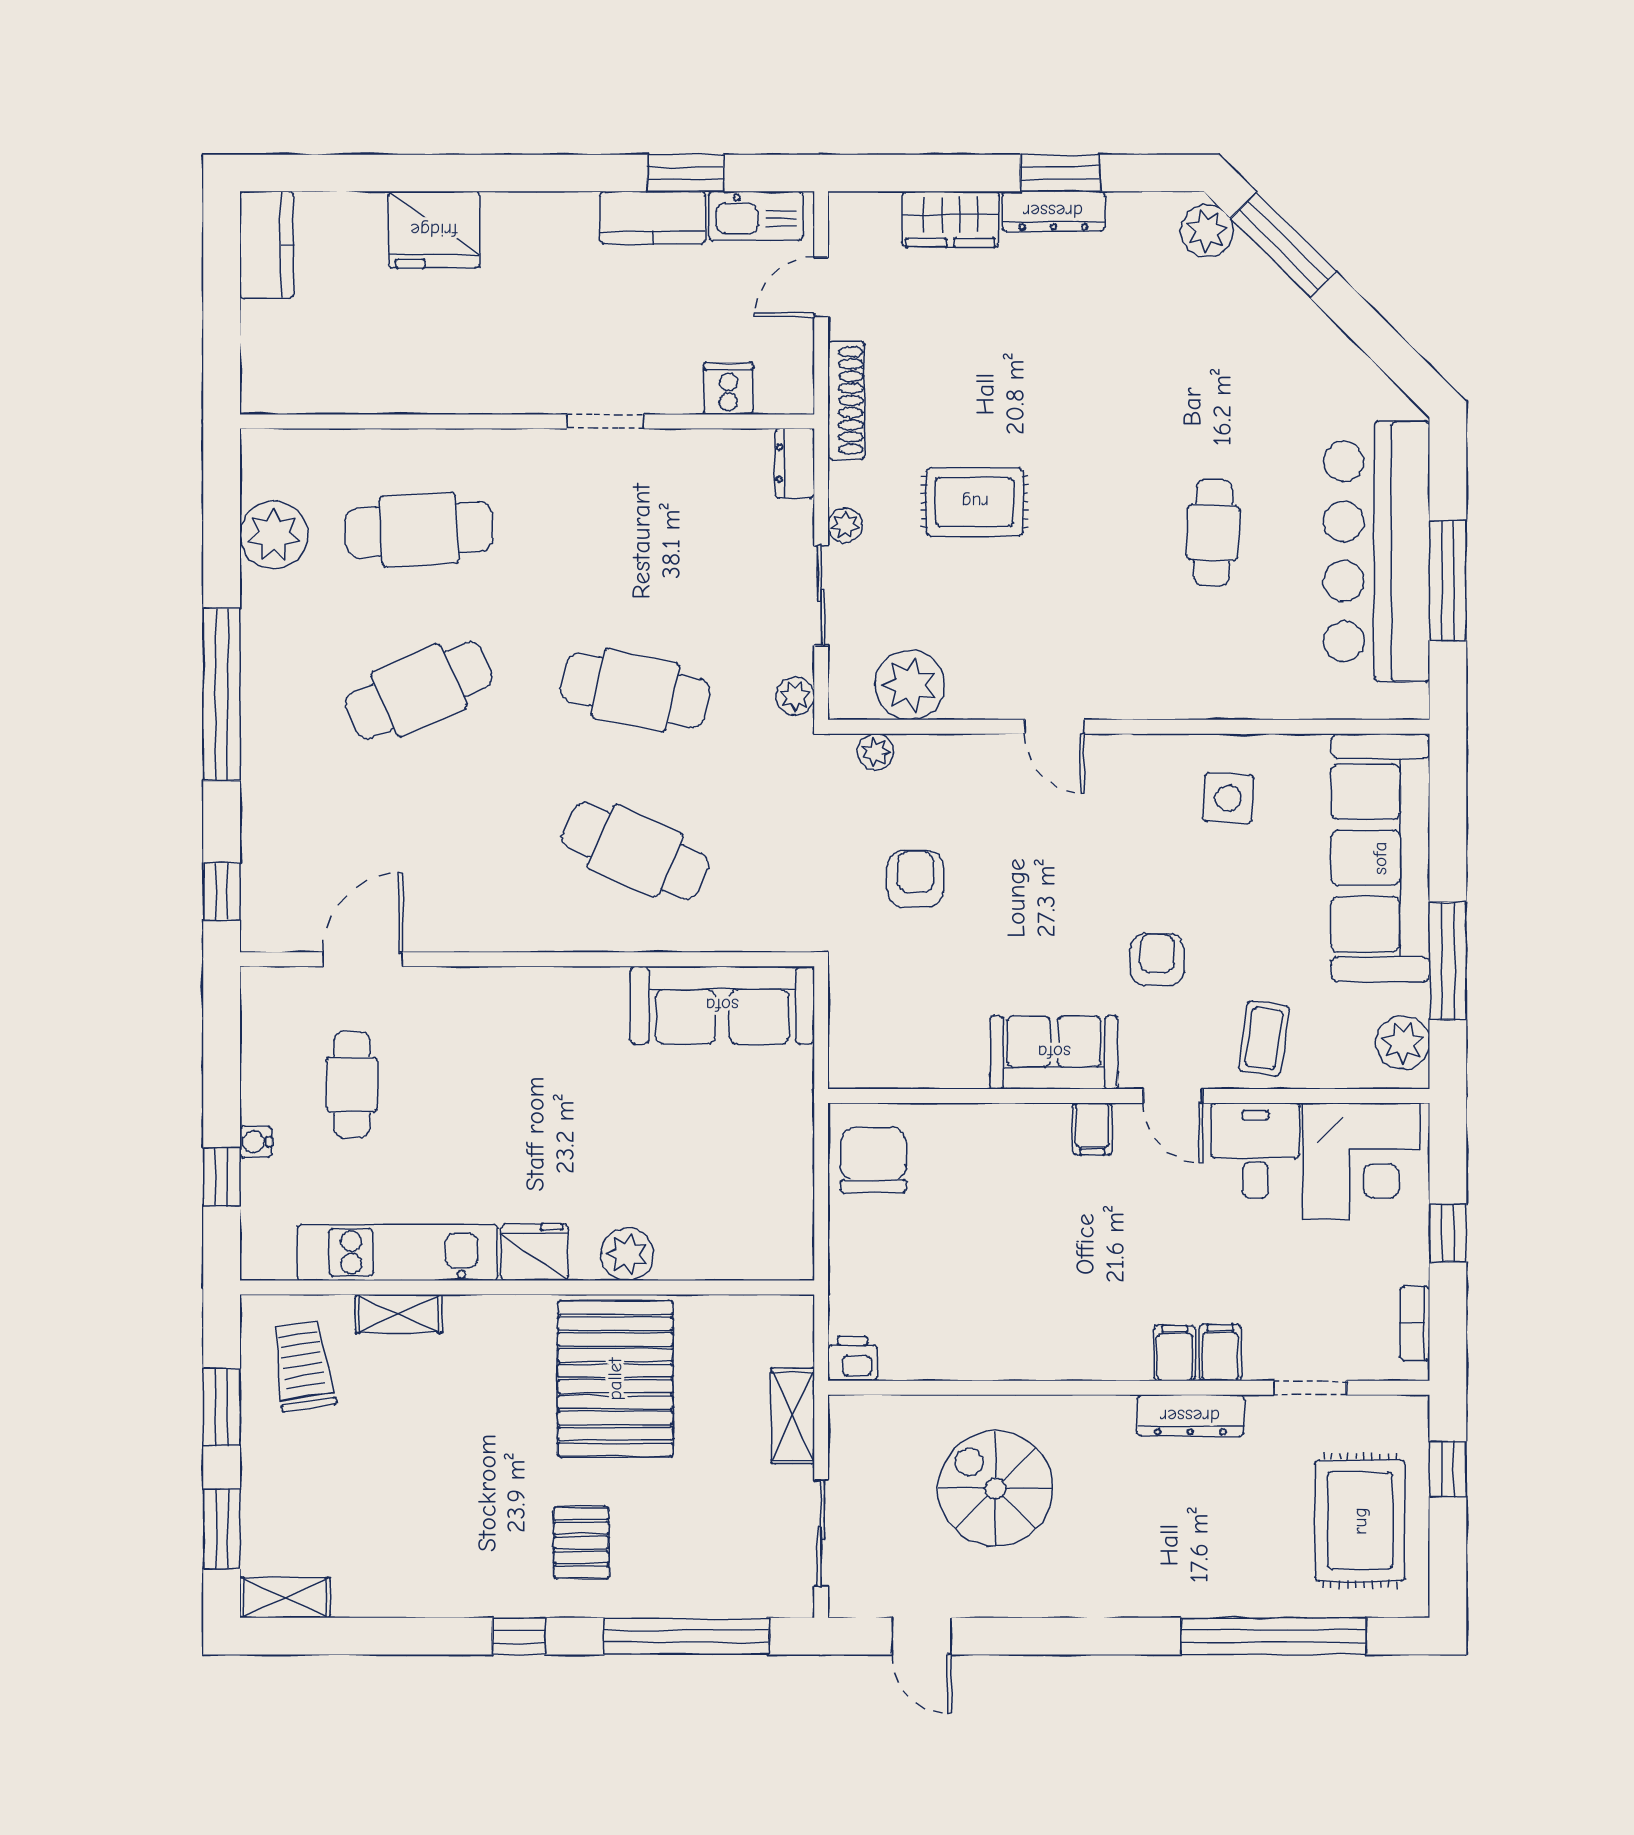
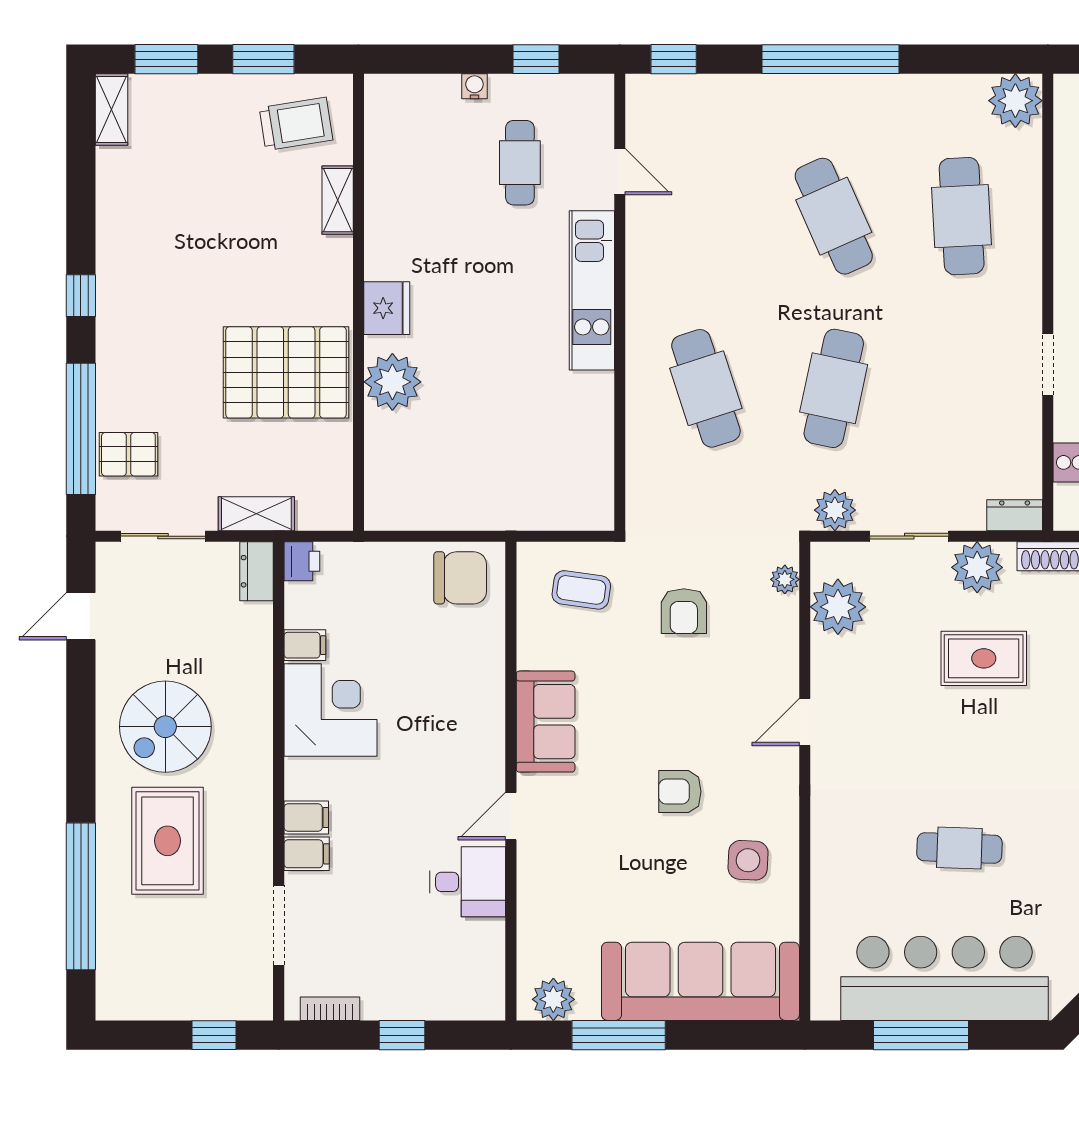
rug: (975, 502) -> (984, 658), turned 90
plant: (845, 525) -> (977, 567), width x1.88, depth x1.88
plant: (274, 535) -> (1015, 101), moved
plant: (795, 696) -> (835, 510), width x1.38, depth x1.38
cafe table: (635, 851) -> (706, 388), turned -42
armchair: (915, 879) -> (684, 611), turned 90
door: (363, 959) -> (620, 172), width x0.73
armchair: (1157, 960) -> (680, 792), moved, turned 180
sofa: (722, 1005) -> (583, 458), removed
coffee table: (1264, 1038) -> (581, 590), moved
cafe table: (352, 1085) -> (520, 163), turned 90
filing cabinet: (1092, 1129) -> (305, 645), moved, turned 180
corner desk: (1361, 1161) -> (330, 710), moved, turned 180
window: (222, 1177) -> (536, 59), moved
kitchen unit: (397, 1252) -> (592, 290), moved, turned 180
plant: (627, 1254) -> (392, 382), width x1.36, depth x1.36
doorway: (1310, 1388) -> (279, 925), width x1.38
dresser: (1190, 1416) -> (257, 571), moved, width x0.70
spiral stairs: (995, 1488) -> (165, 727), moved, turned 180
rug: (1360, 1521) -> (167, 841), moved, turned 90
pallet: (581, 1543) -> (128, 454), moved

